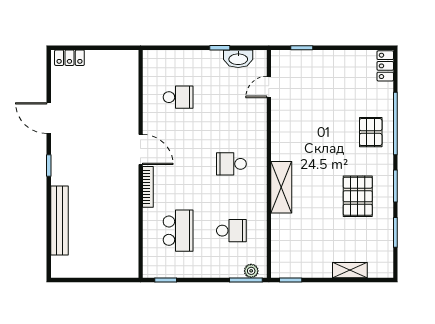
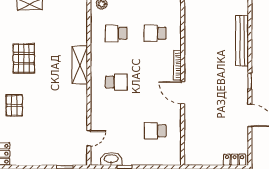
school desk: (178, 231) -> (155, 33), width x0.54

